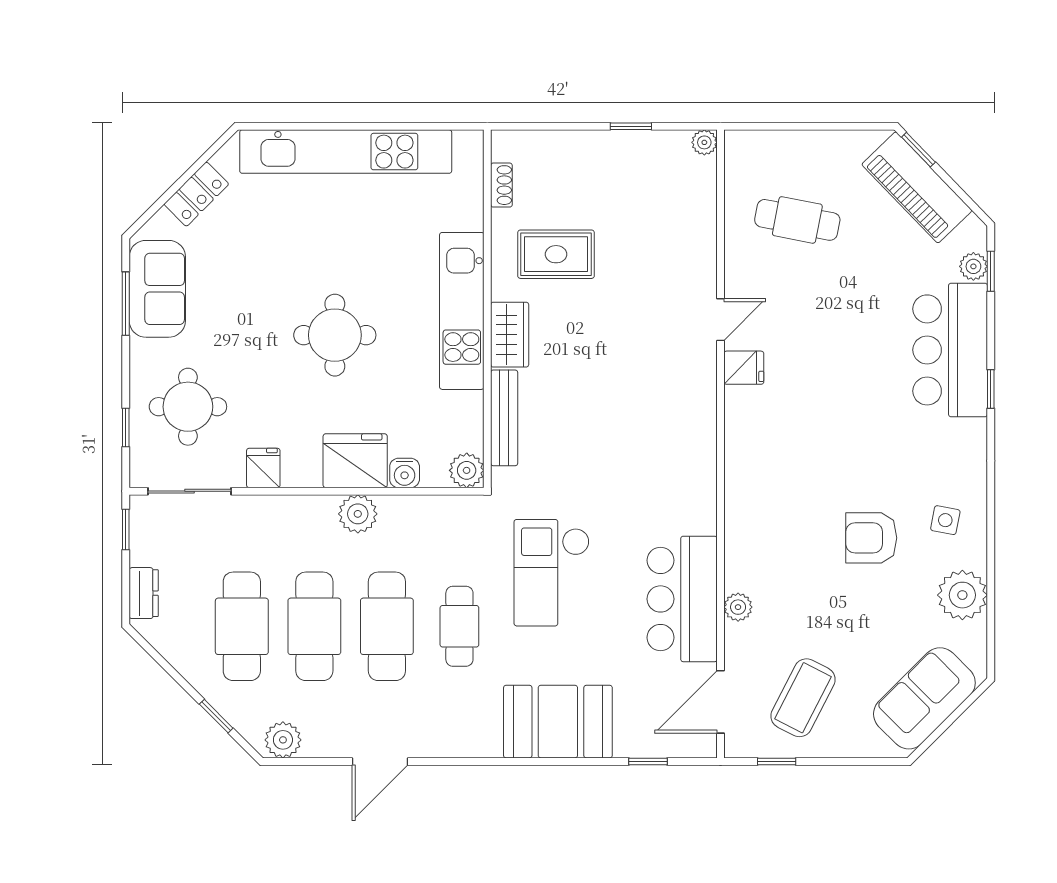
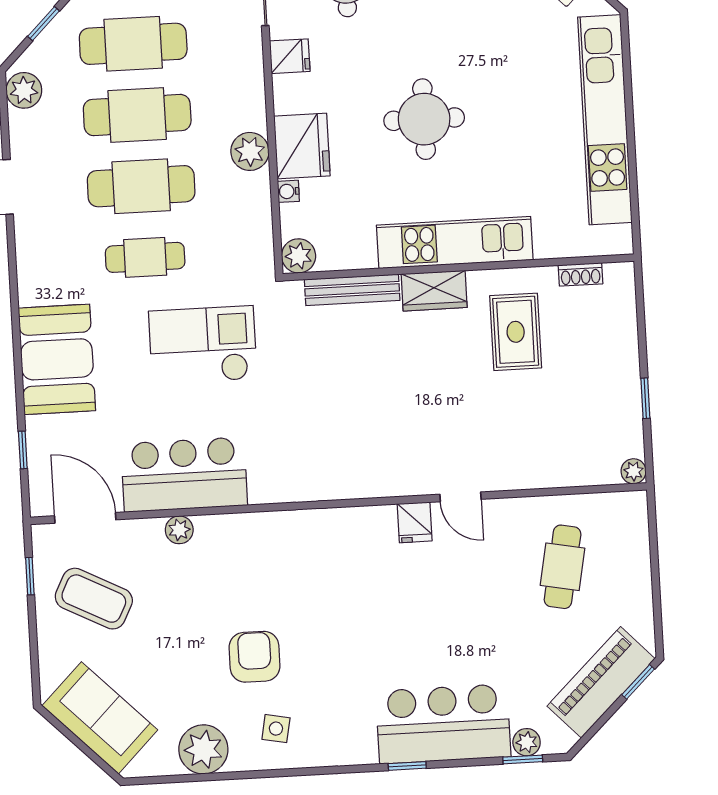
water cooler: (405, 473) -> (288, 191), width x0.72, depth x0.72

